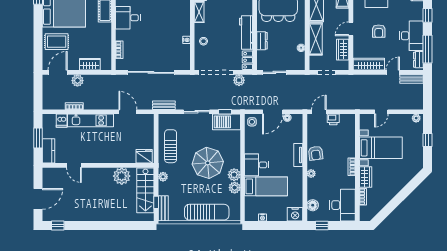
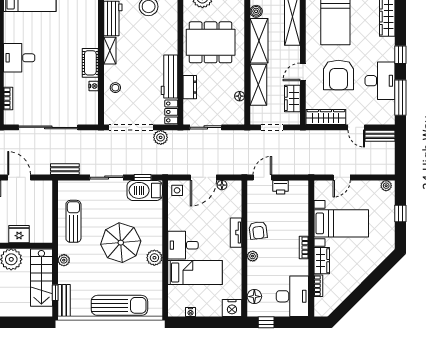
cot: (184, 22) -> (90, 63), added
armchair: (379, 31) -> (338, 75), width x1.88, depth x1.88
dresser: (418, 60) -> (389, 111), removed
door: (393, 72) -> (356, 127), swing flipped
fridge: (144, 156) -> (19, 234), moved
plant: (235, 188) -> (155, 274), removed

